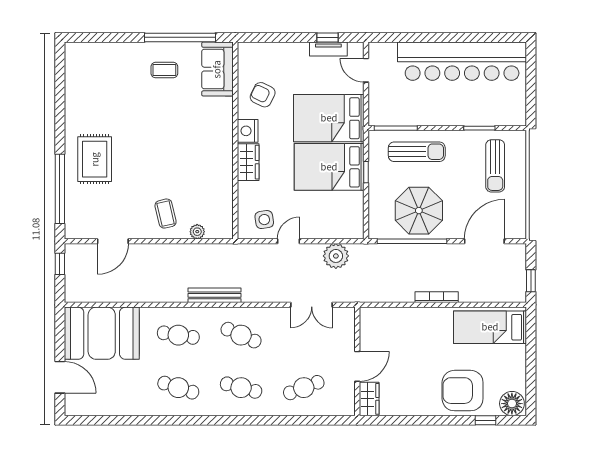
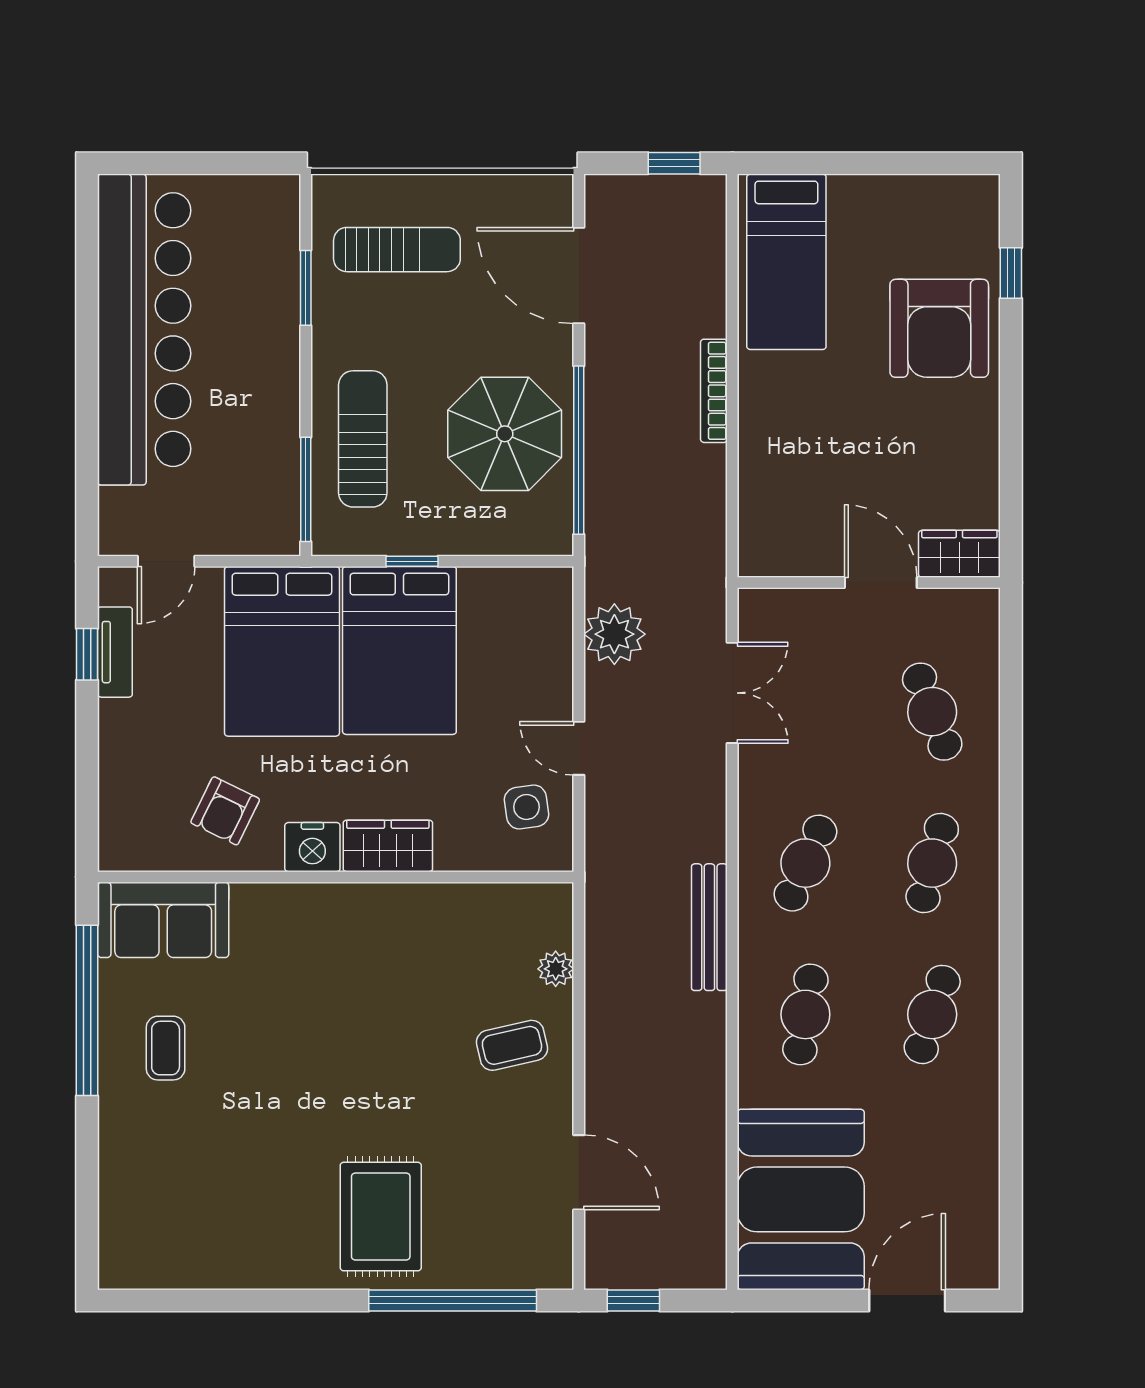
rug: (95, 159) -> (381, 1217), turned 90
floor lamp: (512, 404) -> (971, 209), removed

